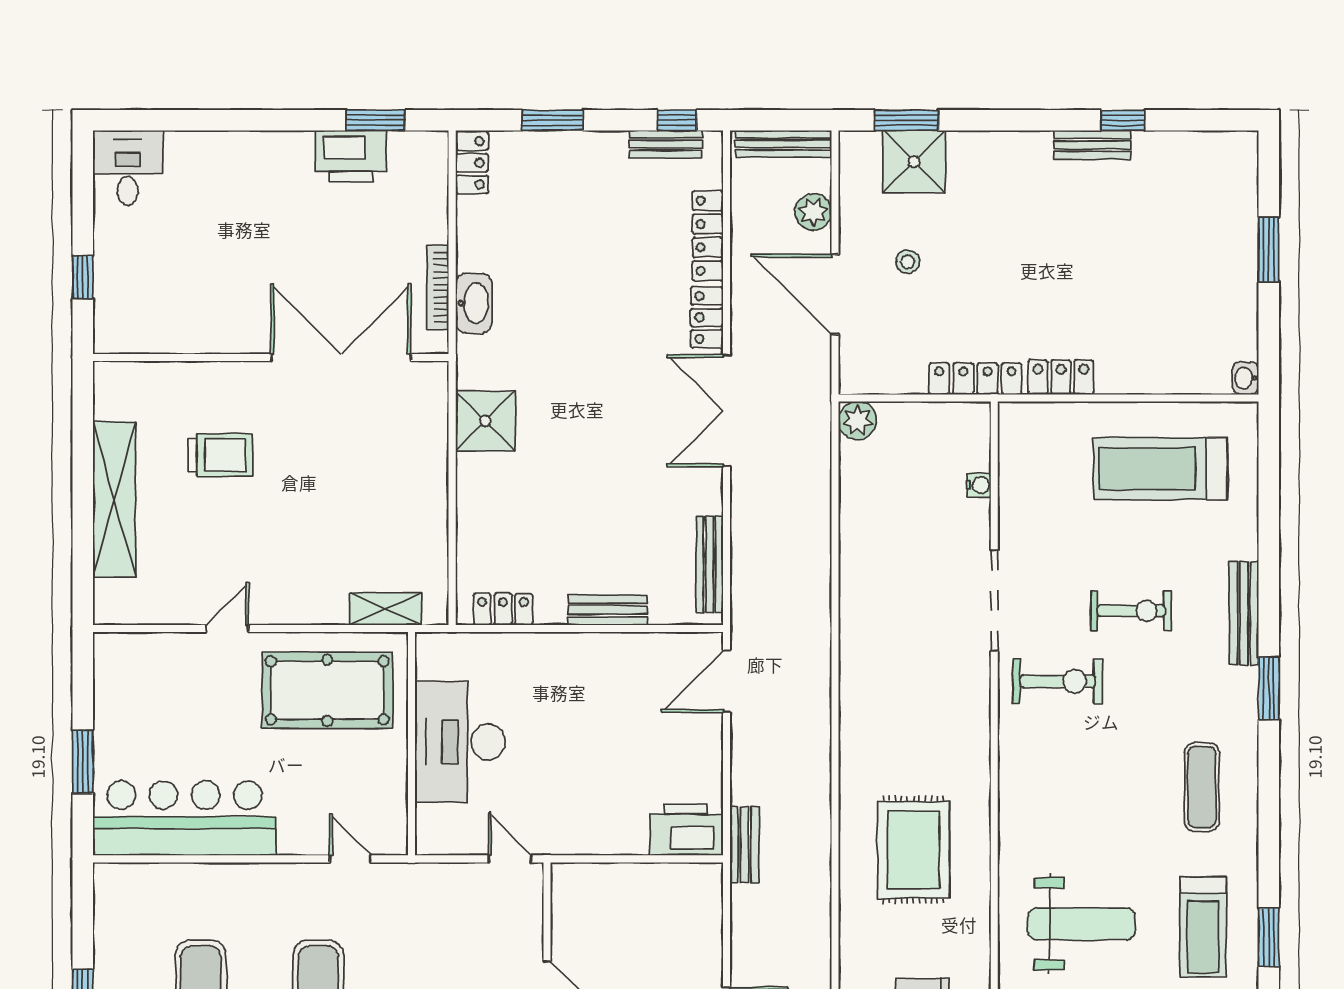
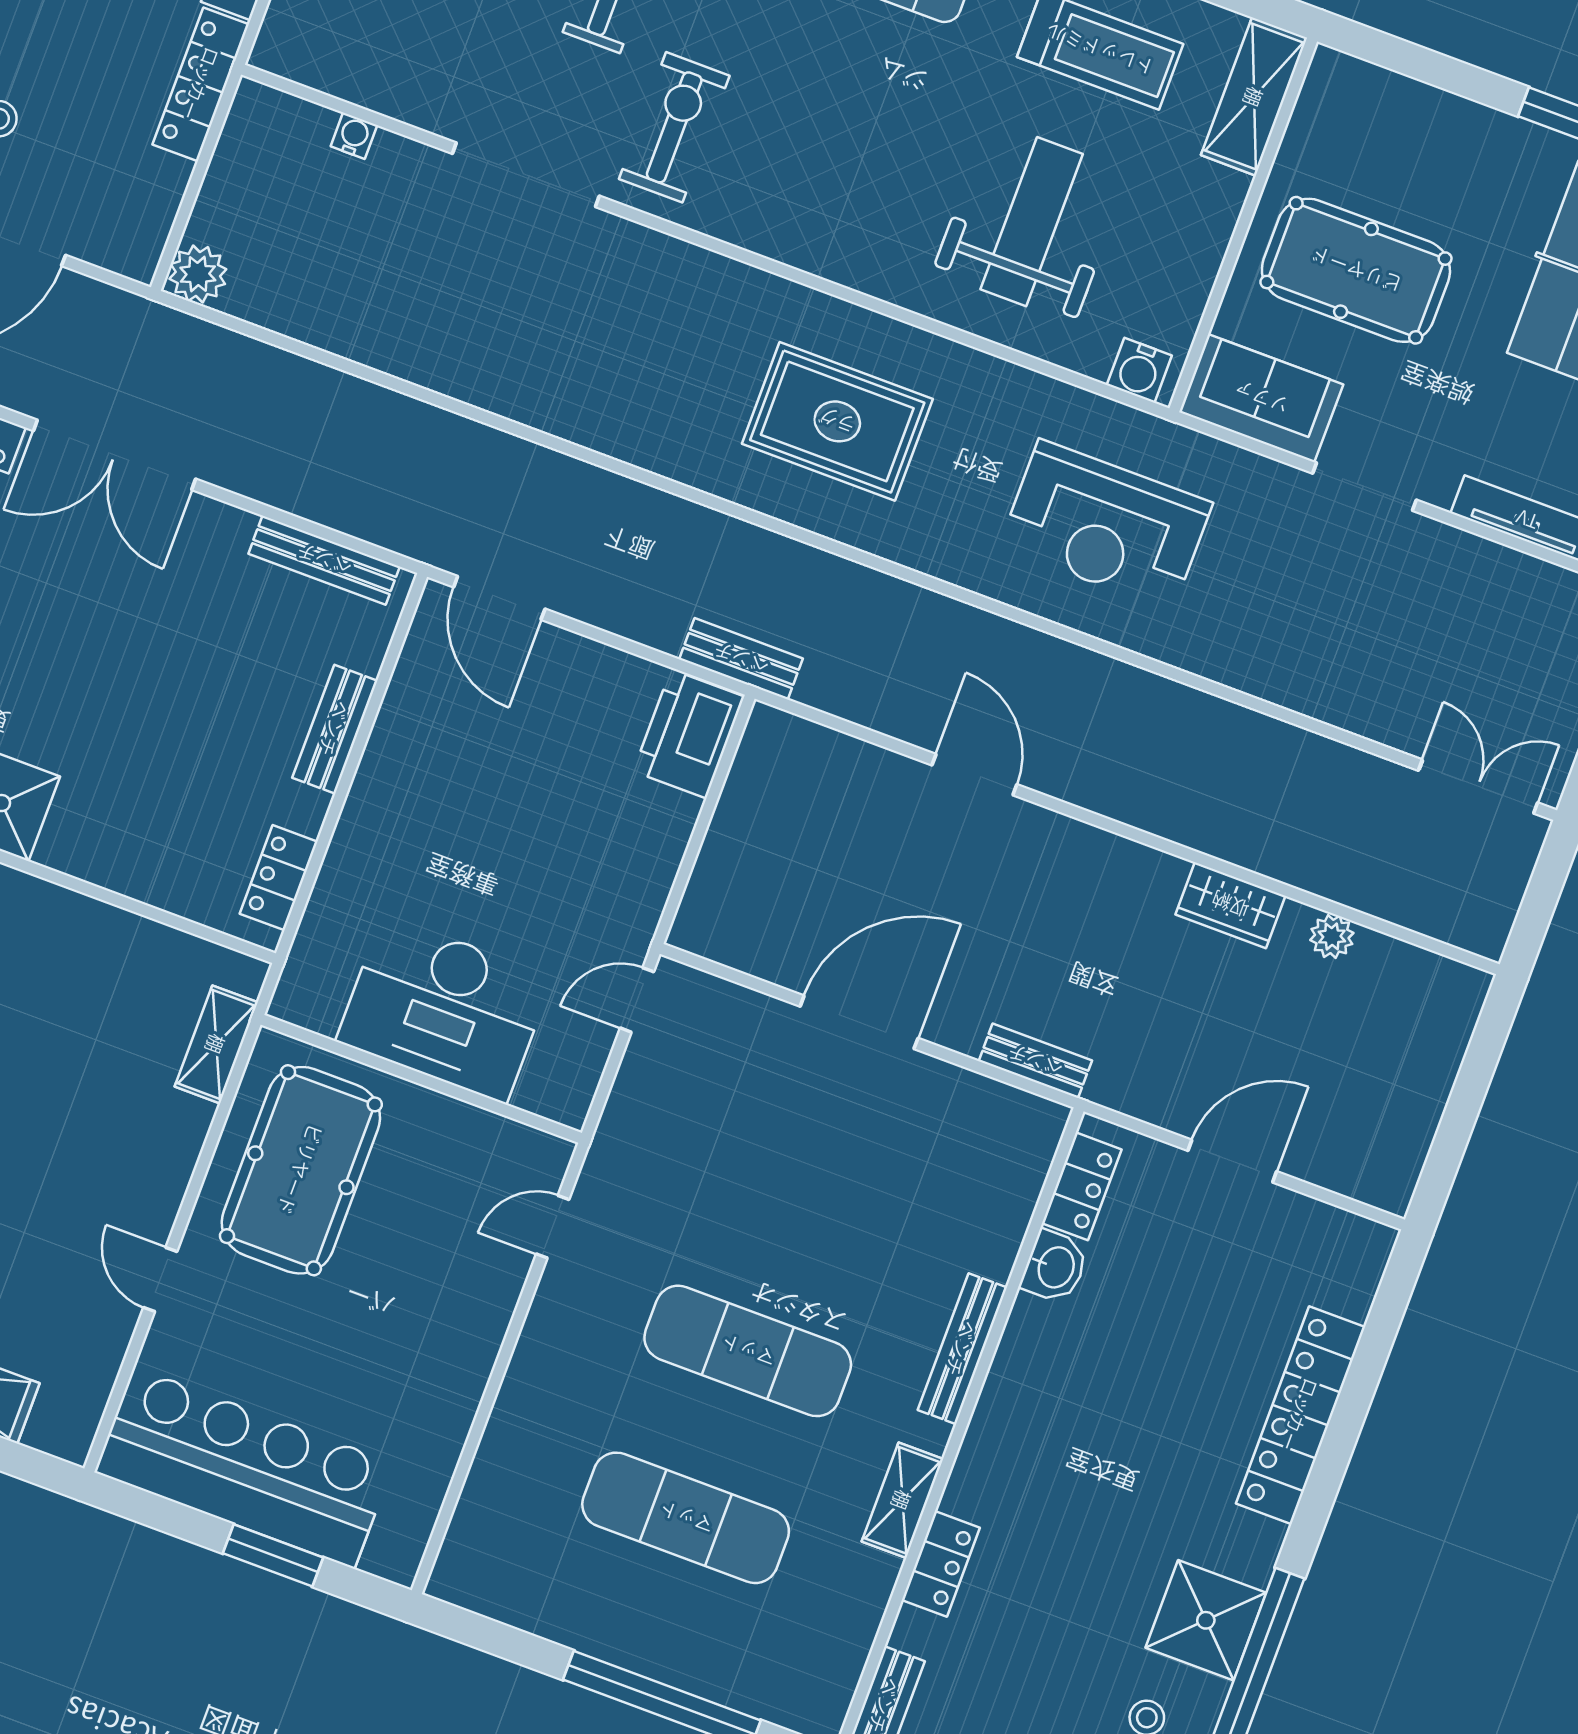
bar counter: (185, 818) -> (244, 1468), moved, turned 90

